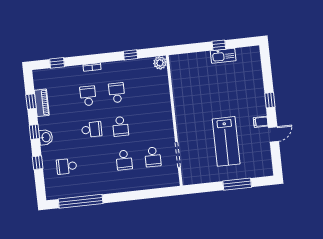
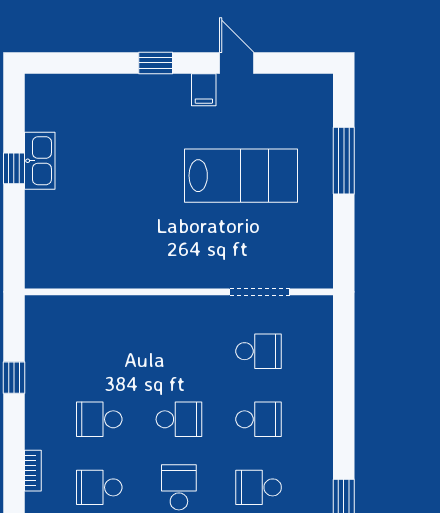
plant: (160, 63) -> (40, 311), removed
school desk: (95, 163) -> (259, 487), added

